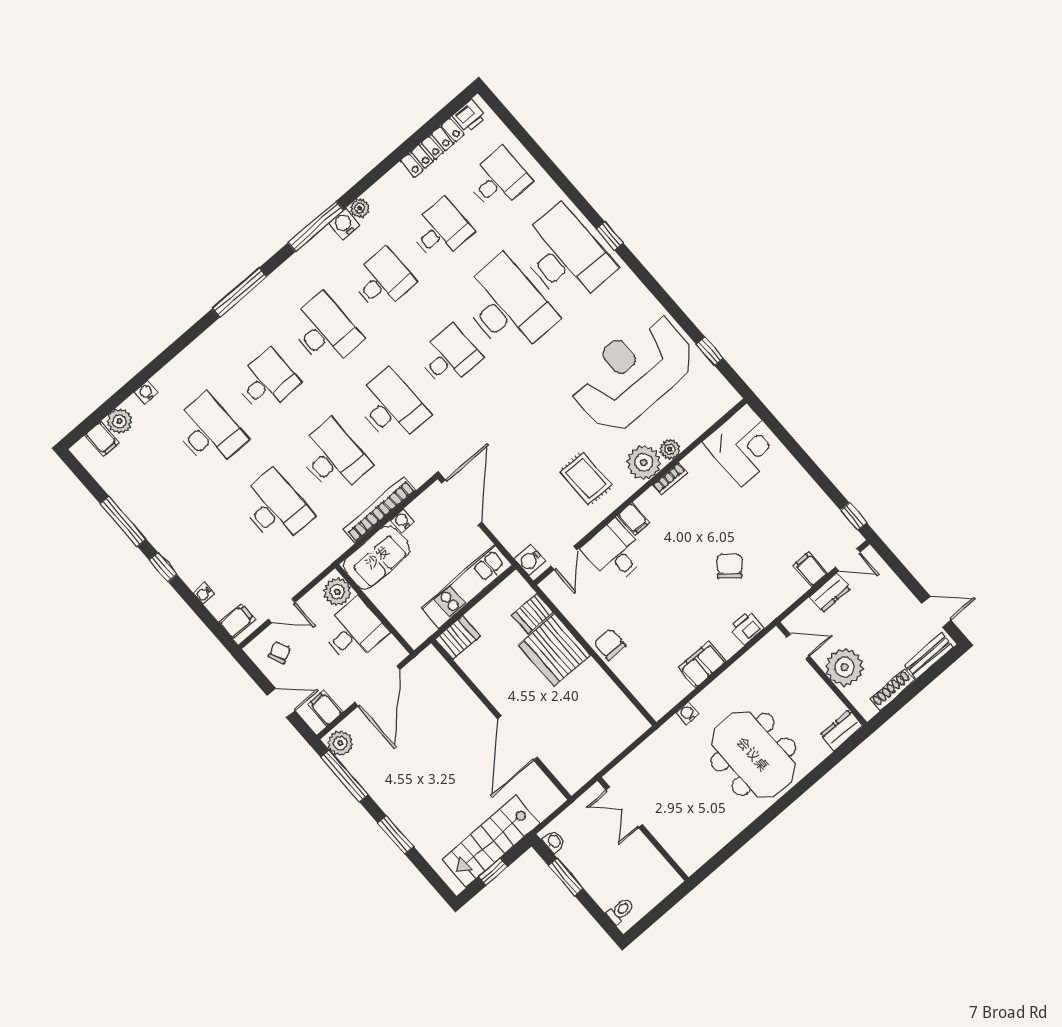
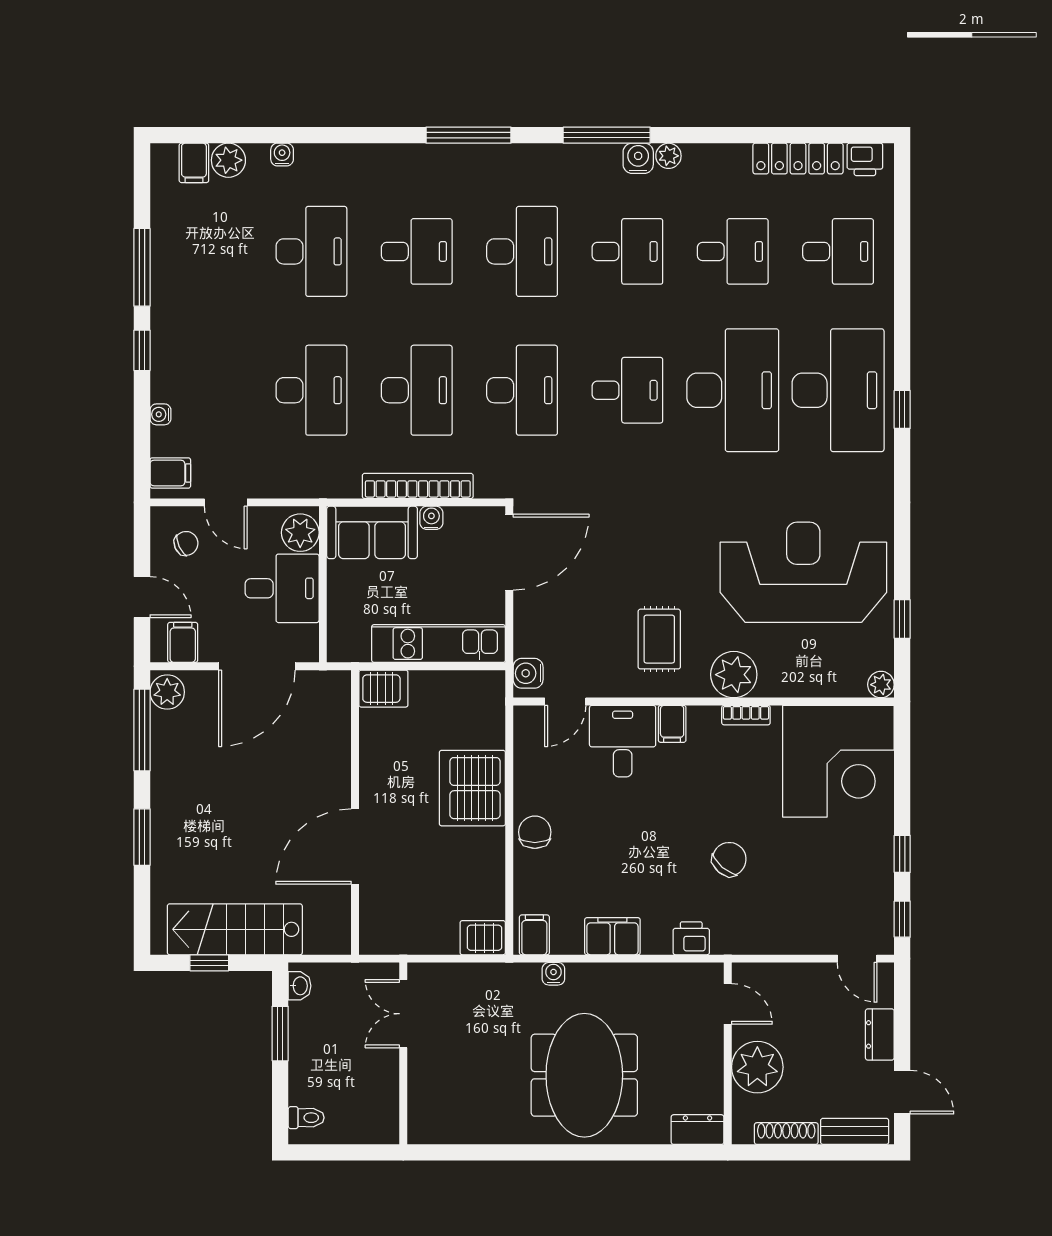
corner desk: (744, 445) -> (838, 761), width x1.36, depth x1.36
plant: (670, 449) -> (881, 685), moved
window: (822, 481) -> (902, 854), added
filing cabinet: (810, 569) -> (534, 935), moved
dresser: (830, 593) -> (880, 1034), moved, turned 90
server rack: (532, 613) -> (483, 938), moved

